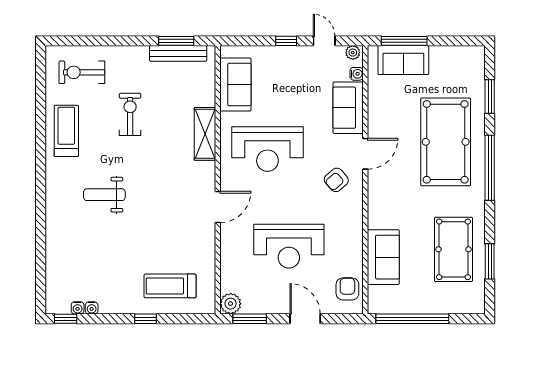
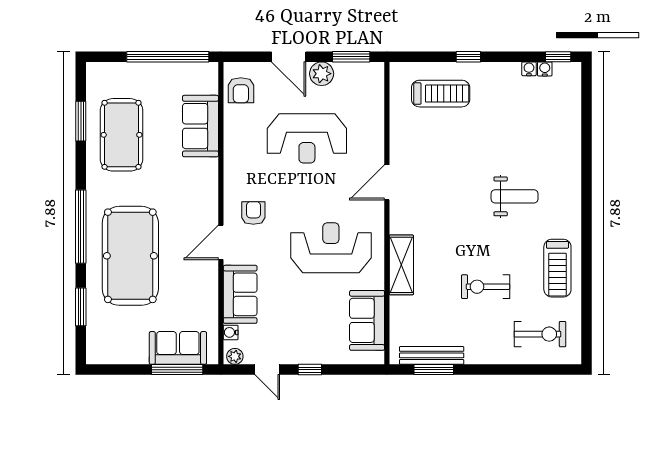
exercise bike: (130, 114) -> (486, 287), turned 90
armchair: (336, 180) -> (253, 213), turned -49
reception desk: (289, 246) -> (307, 138), turned 180
plant: (231, 304) -> (322, 74), moved

